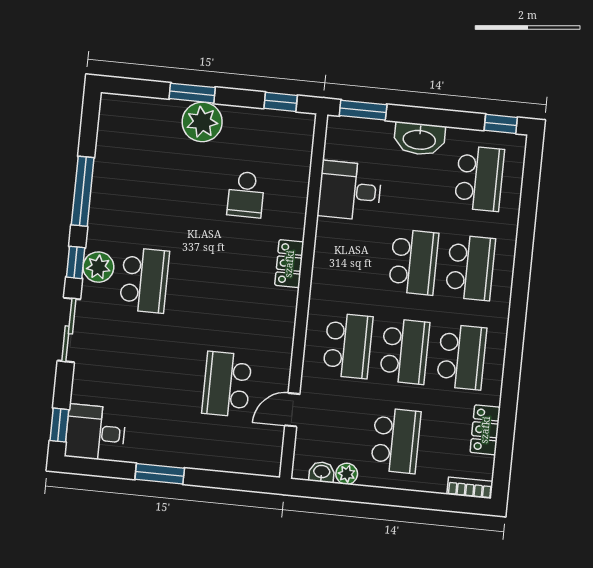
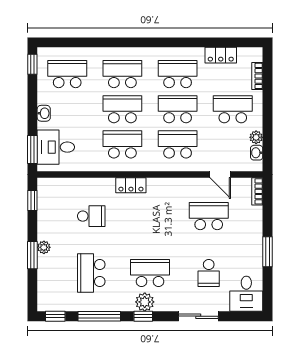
plant: (202, 122) -> (44, 247), width x0.53, depth x0.53
washbasin: (419, 139) -> (44, 113), width x0.52, depth x0.69
school desk: (154, 185) -> (91, 273), added
desk: (350, 191) -> (56, 147), moved, turned 90
school desk: (357, 256) -> (122, 144), added
sliding door: (69, 330) -> (198, 316), moved
school desk: (135, 375) -> (209, 273), added
school desk: (227, 384) -> (209, 216), turned 180
window: (59, 425) -> (55, 316), moved
bookcase: (259, 467) -> (257, 191), added
bookcase: (470, 488) -> (257, 76), moved

